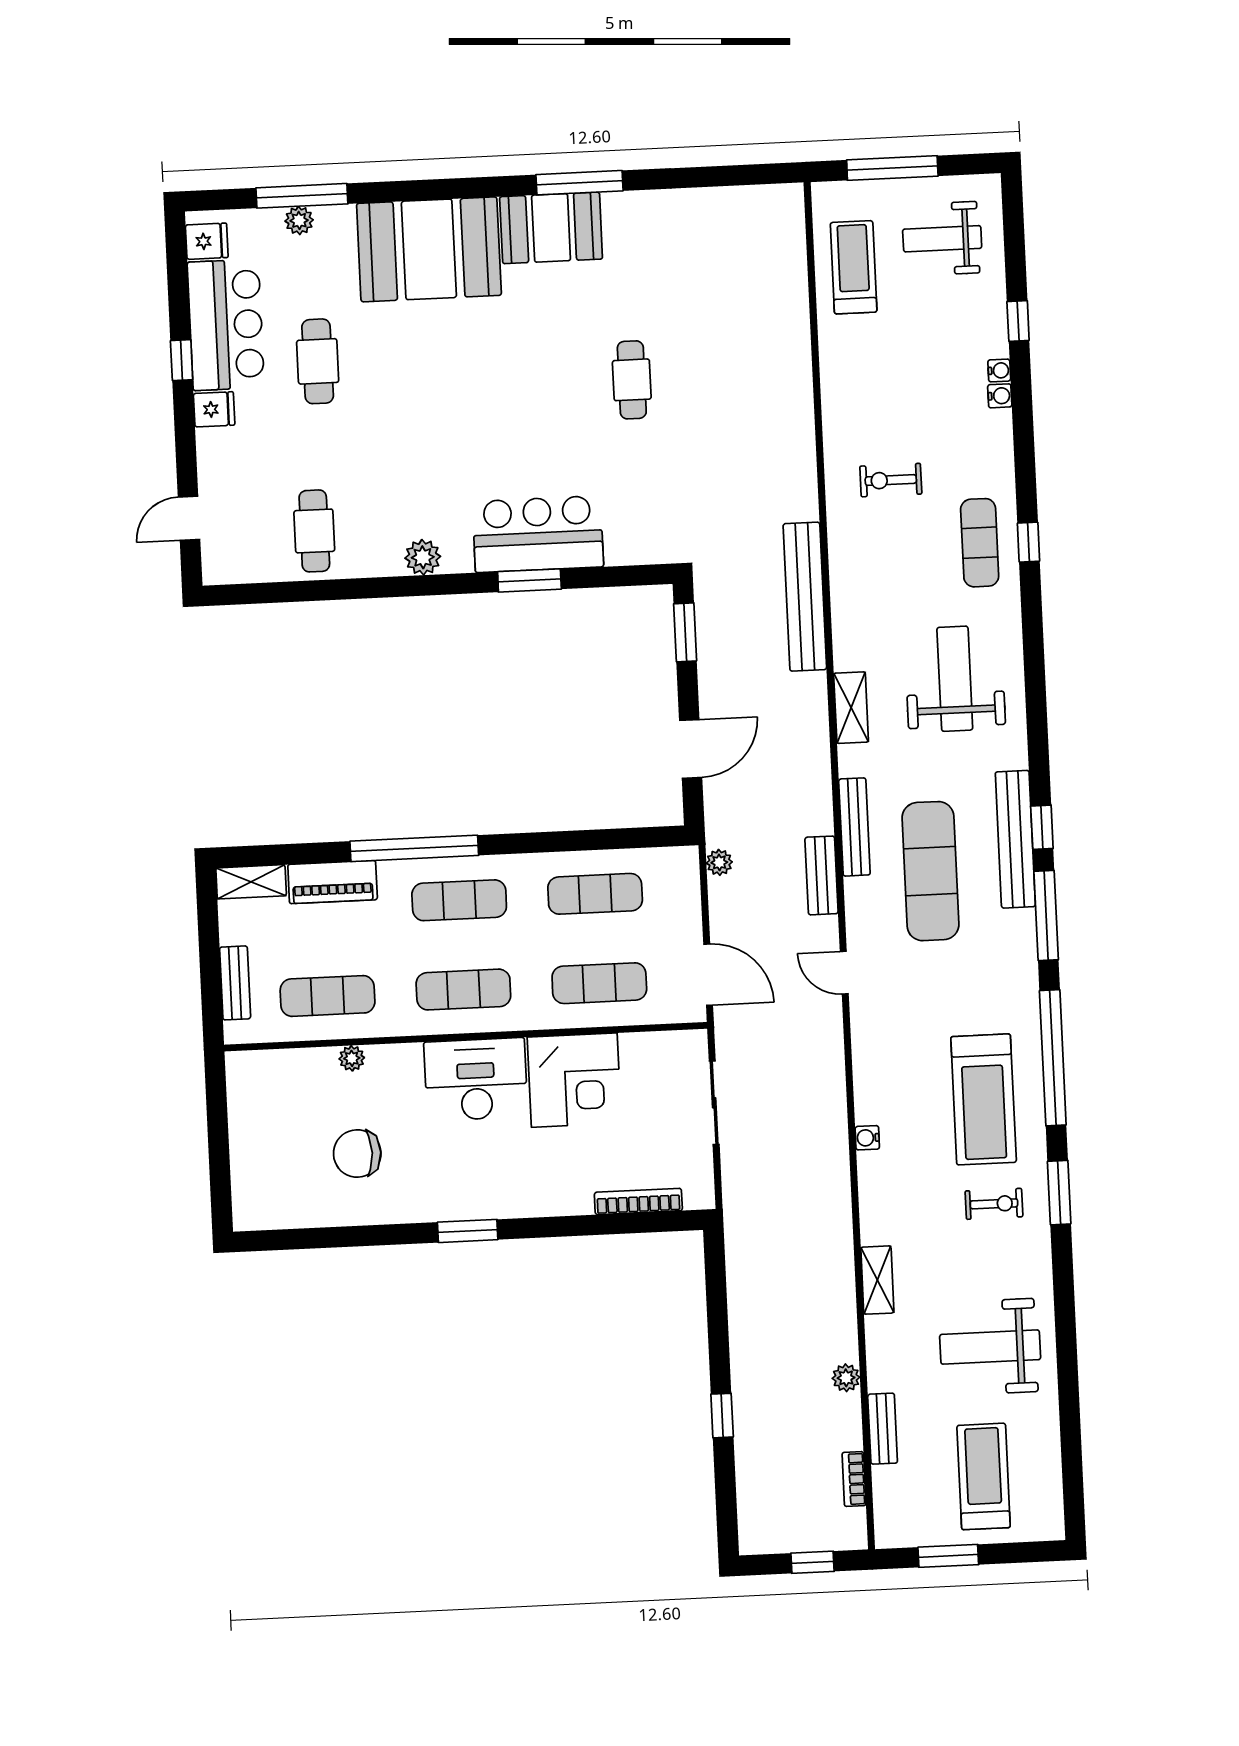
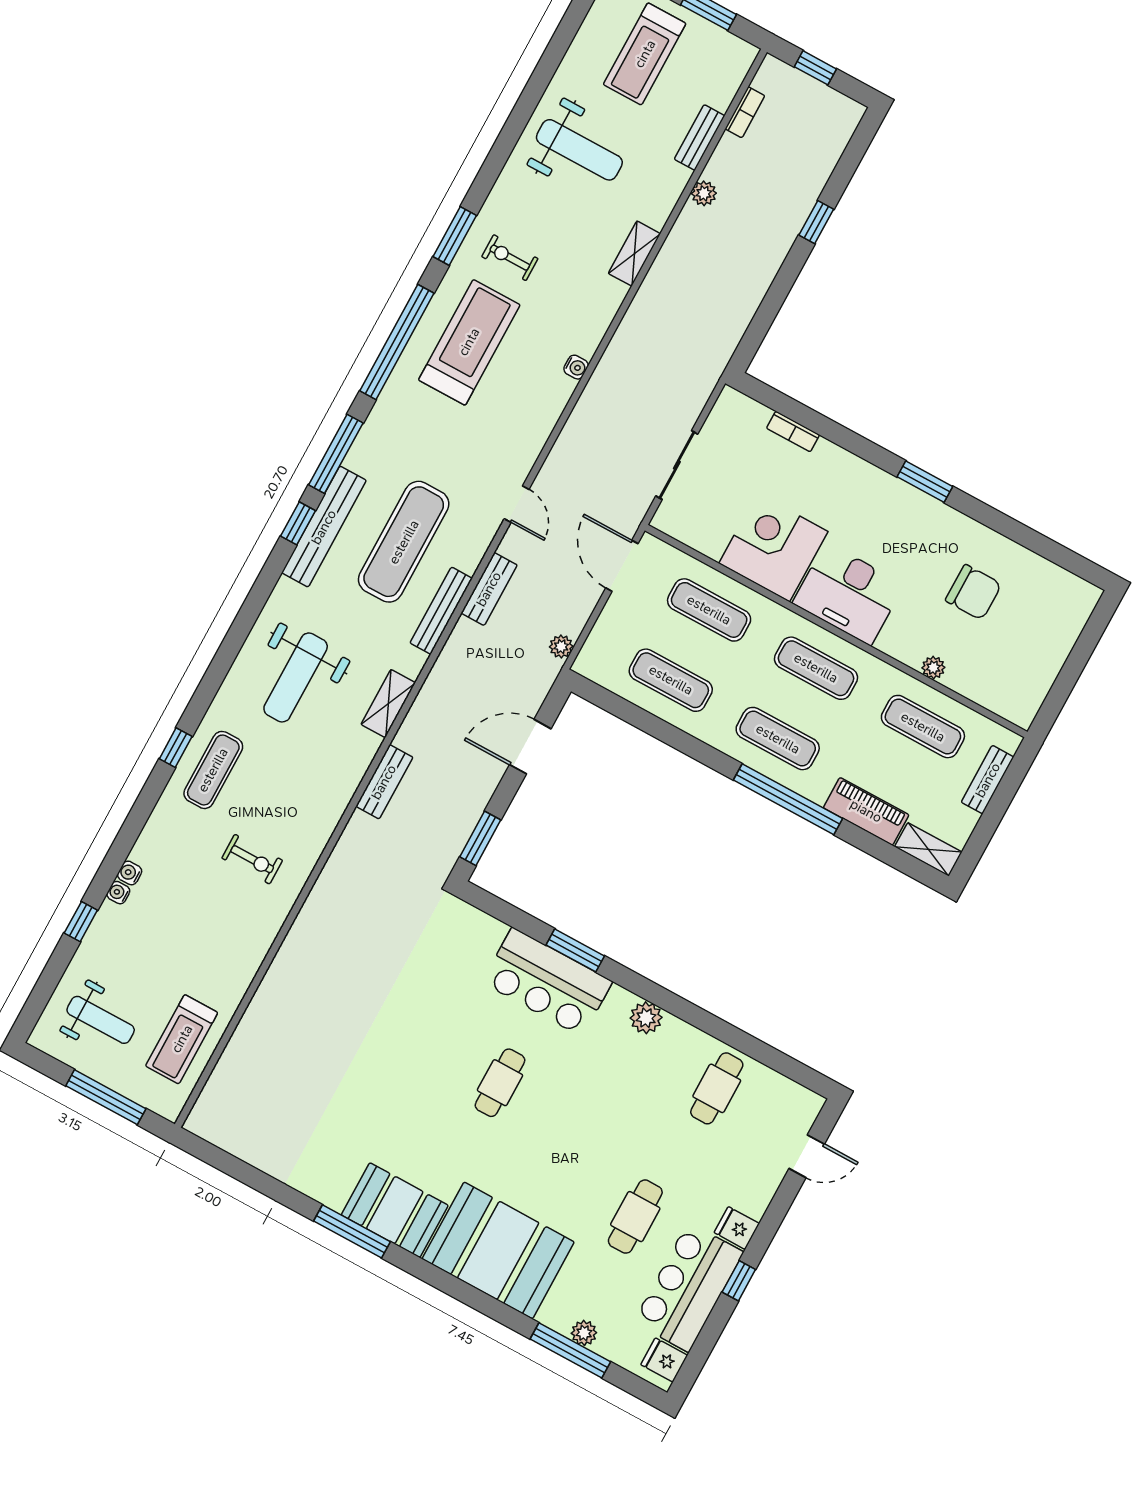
cafe table: (632, 380) -> (500, 1083), moved
bench: (805, 597) -> (384, 782), width x0.54, depth x0.82
bookcase: (638, 1201) -> (793, 432), width x0.64

